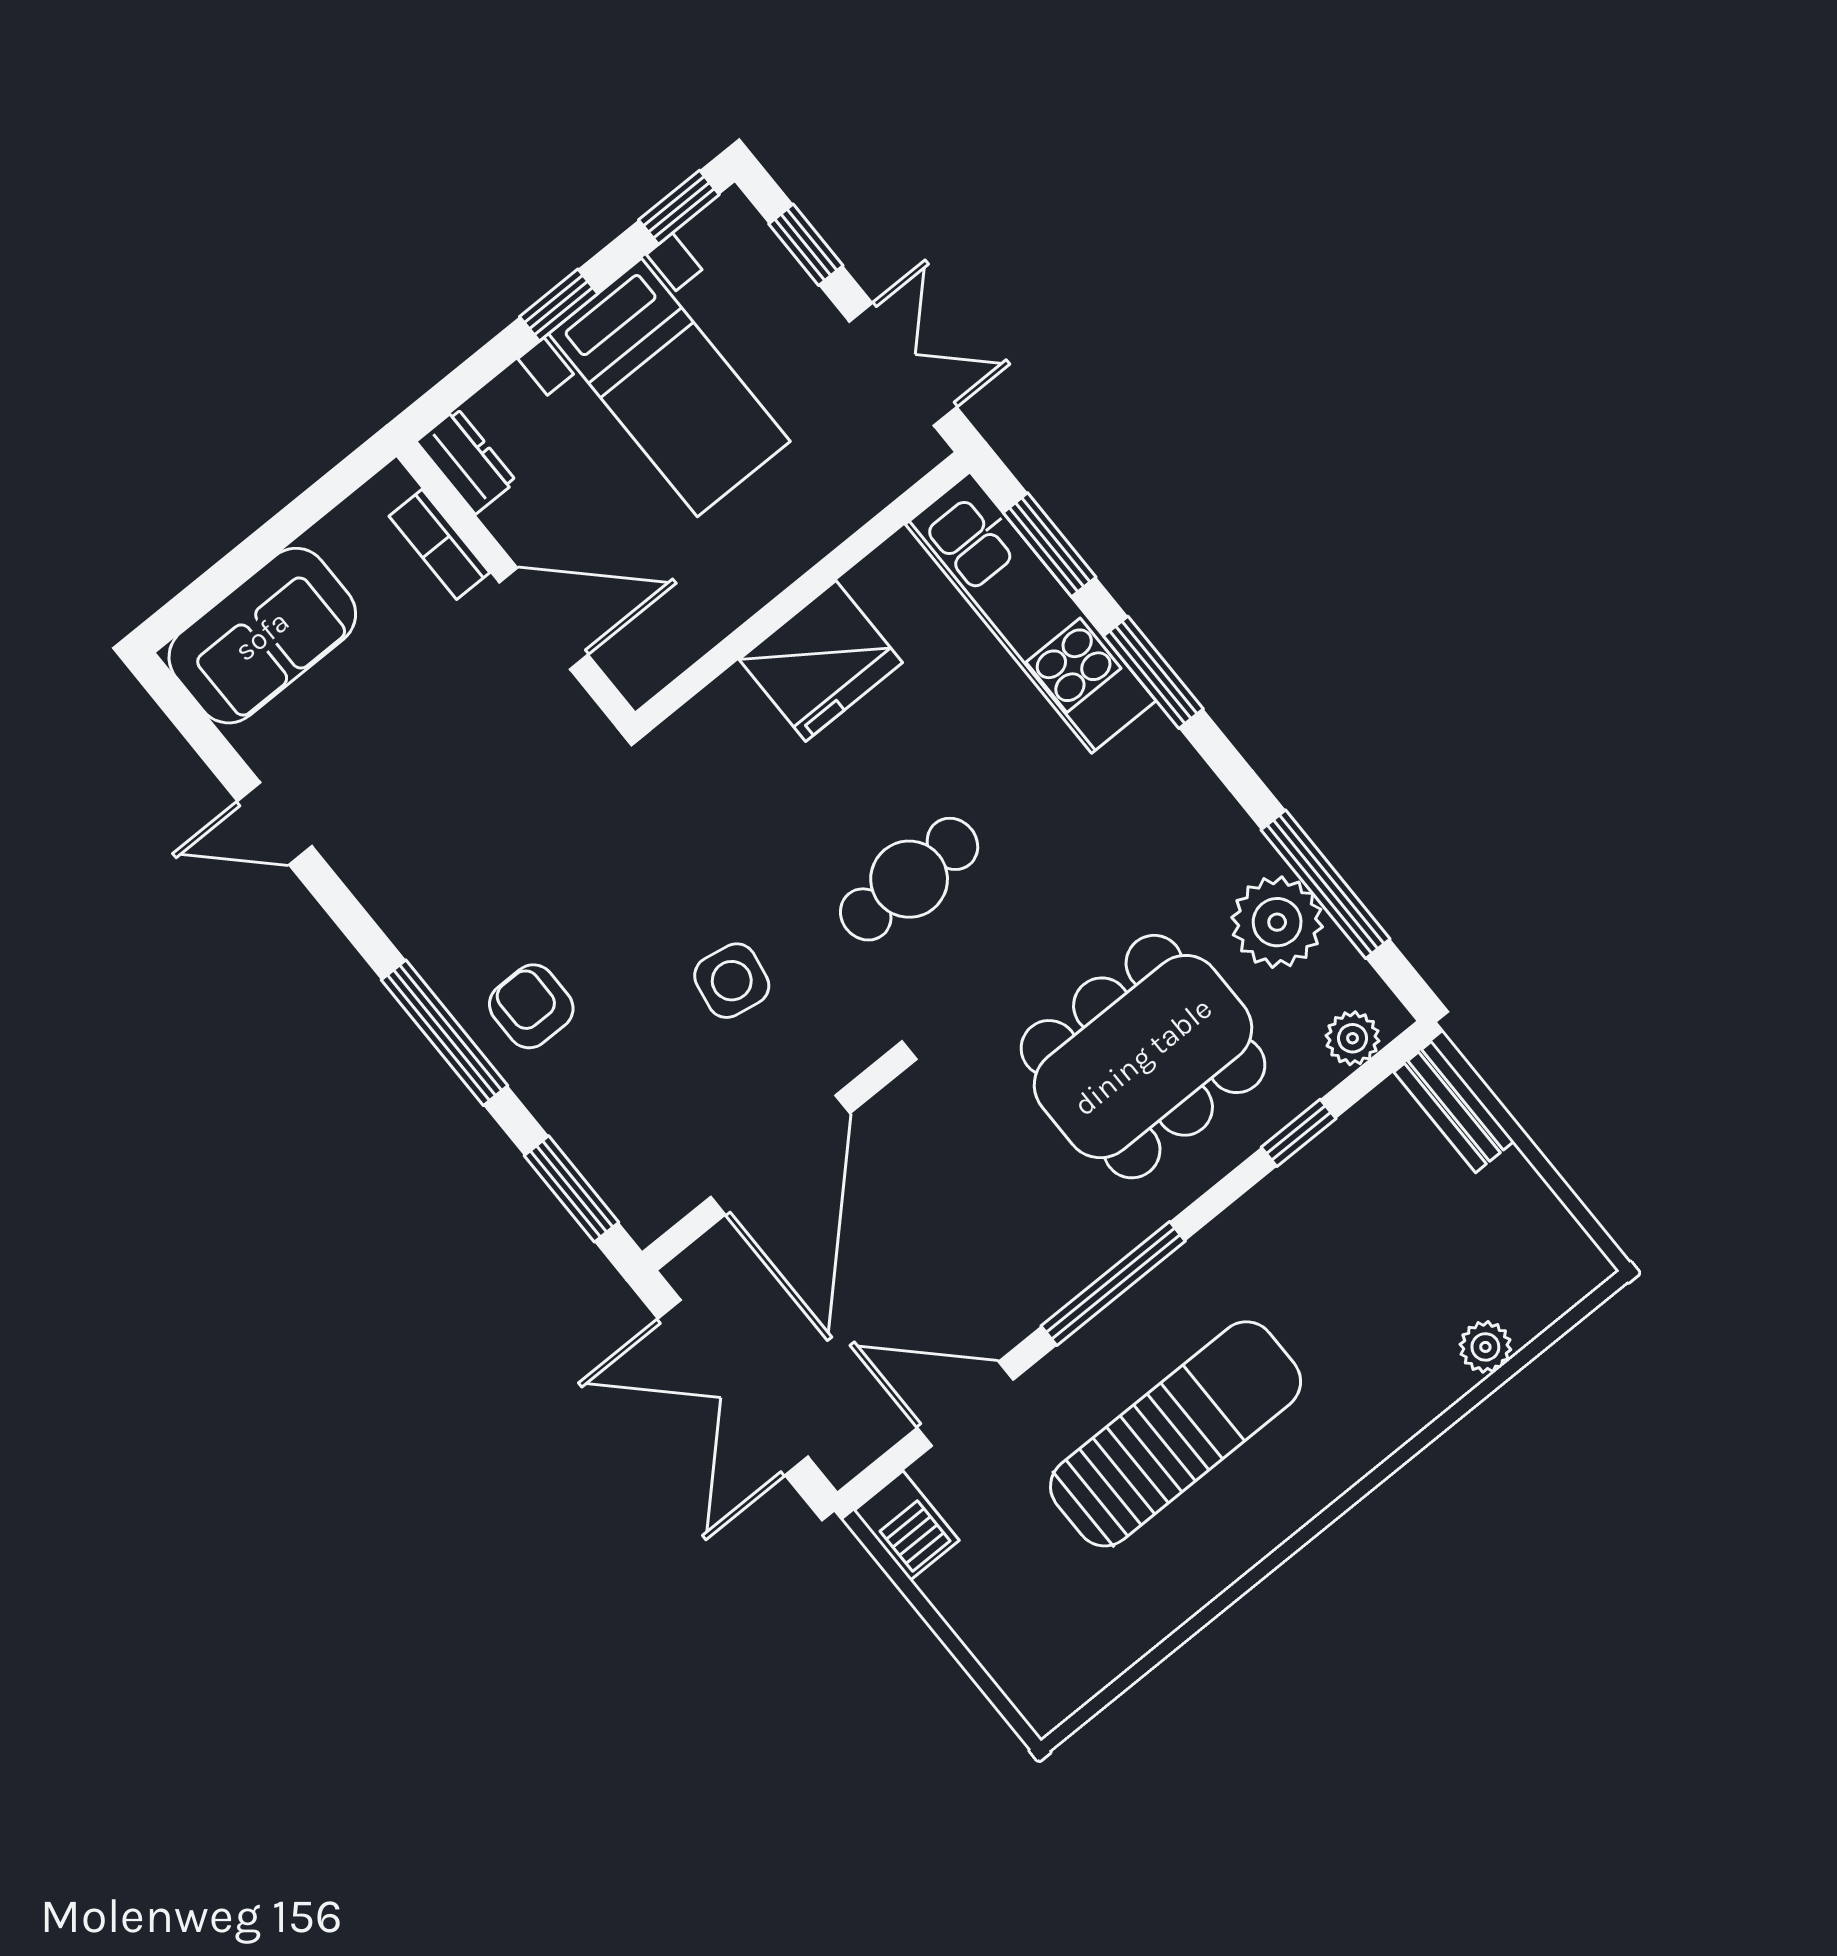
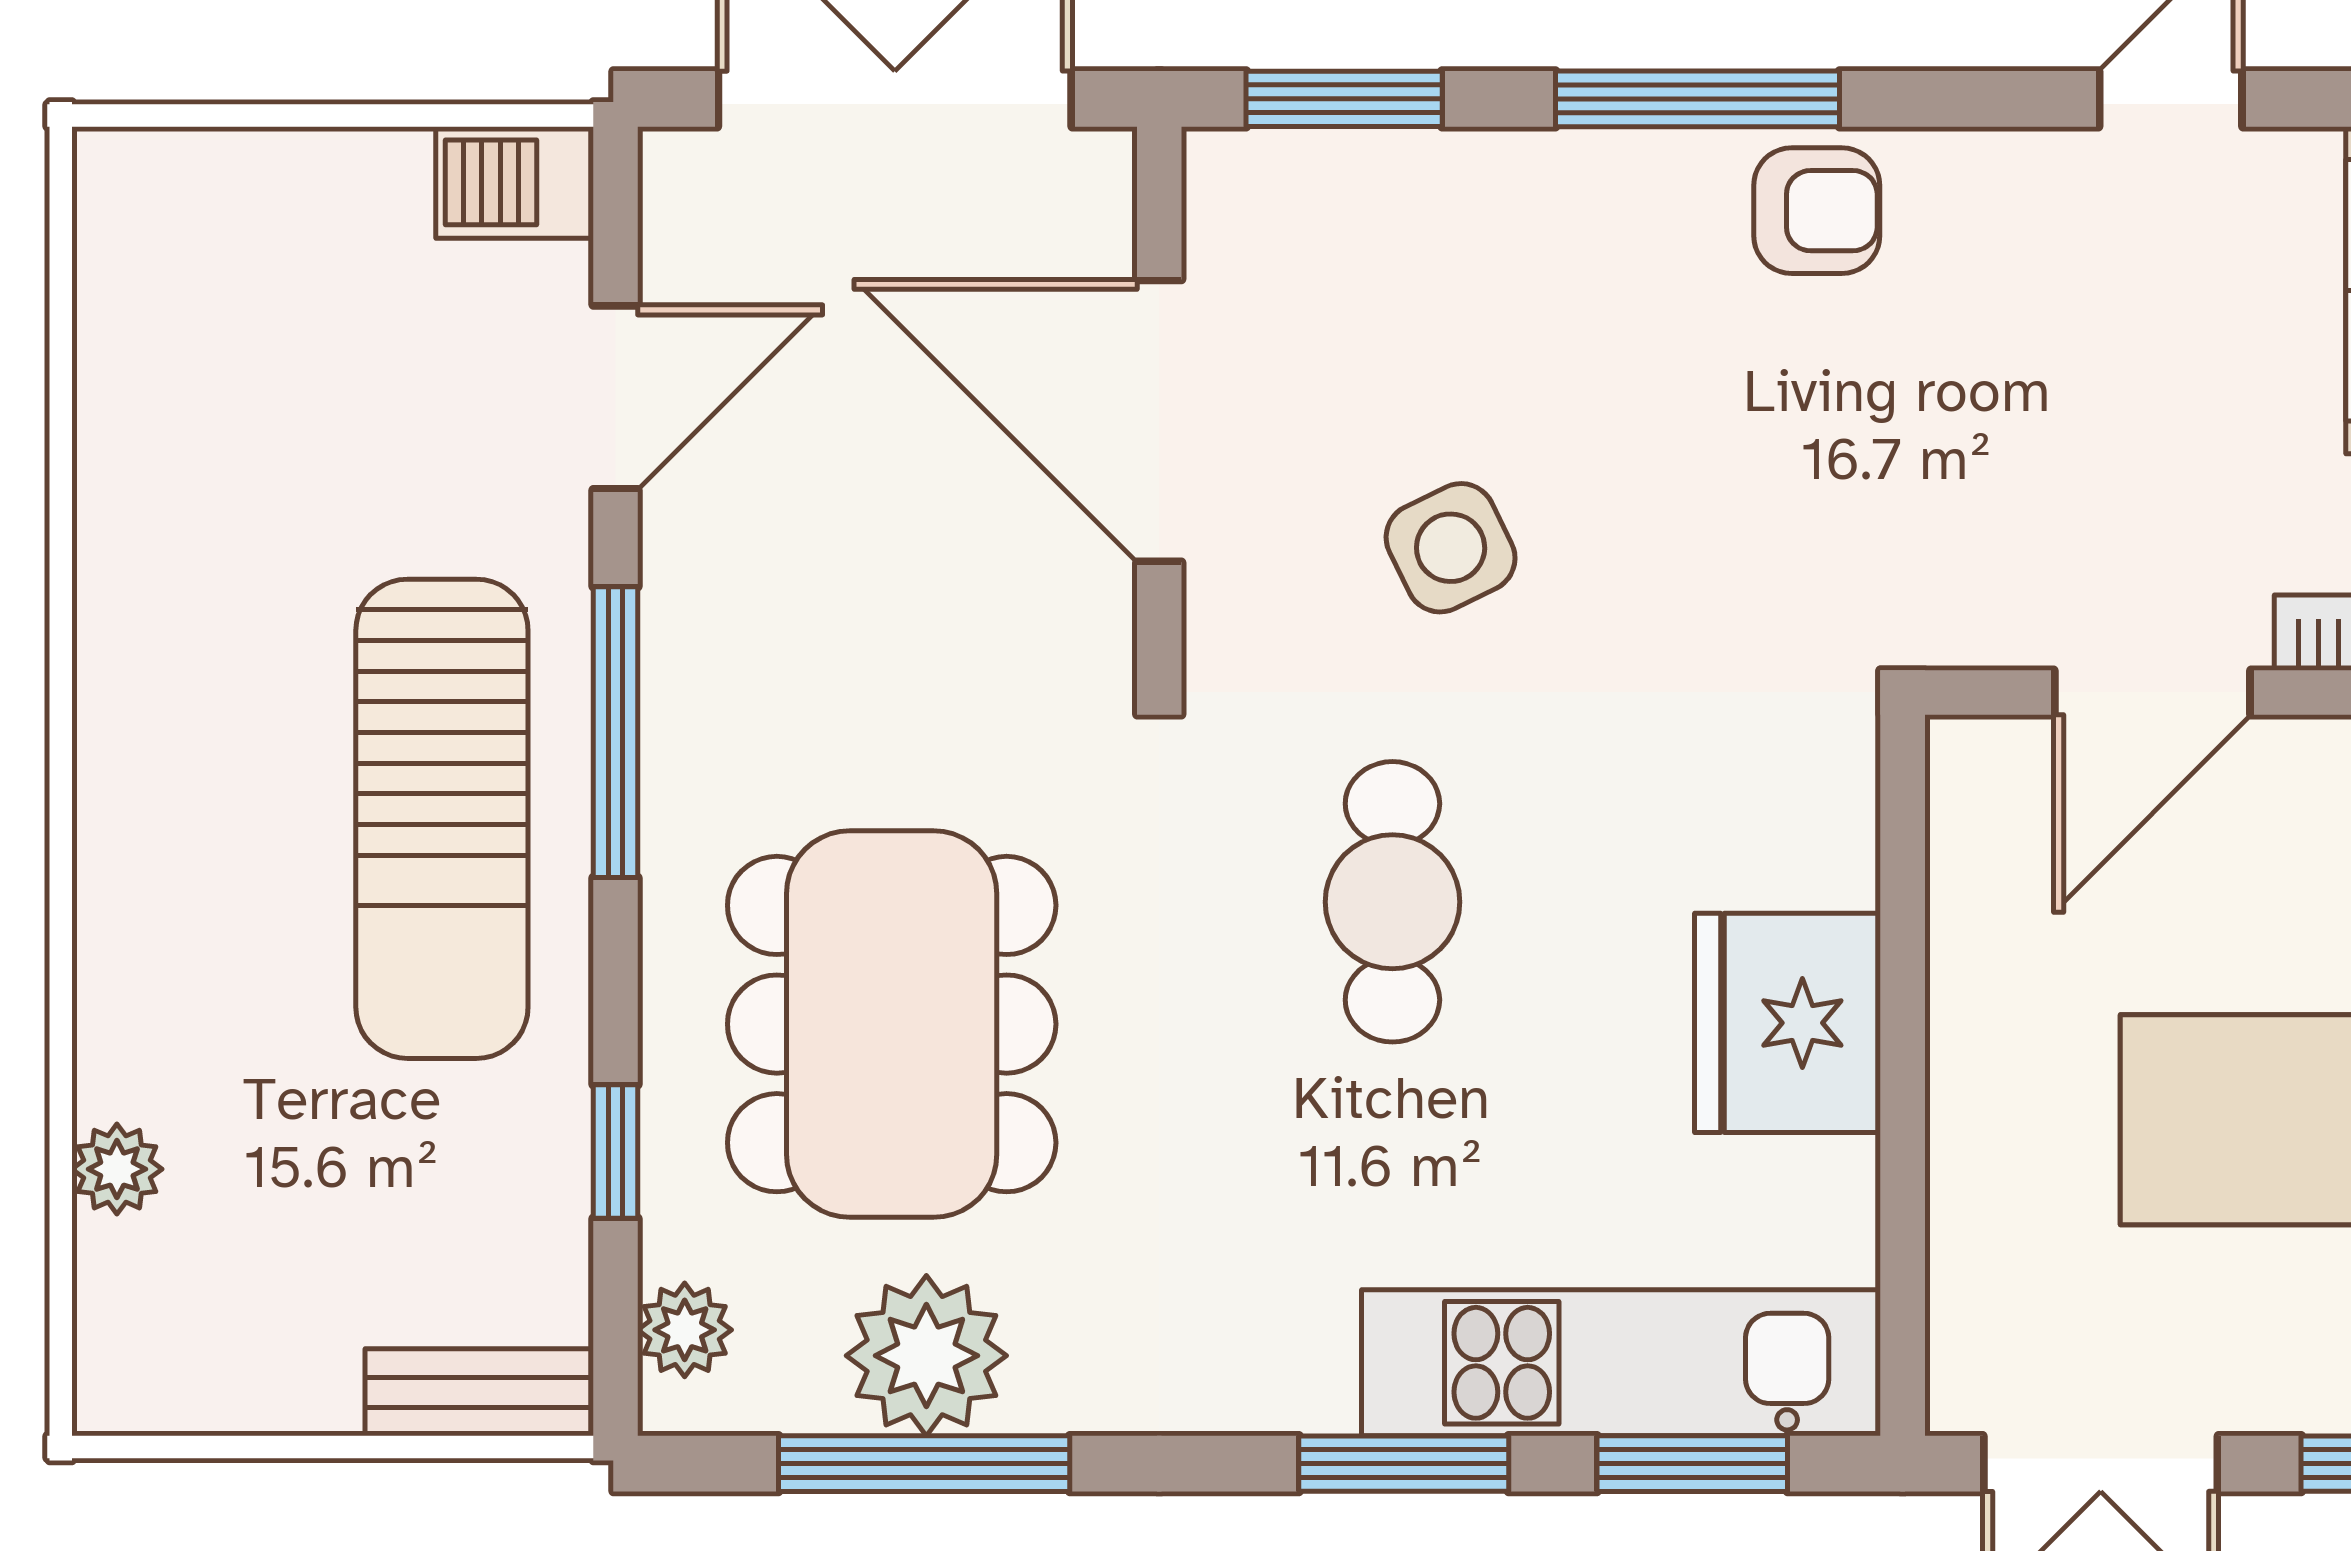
side table: (732, 981) -> (1451, 548), turned -36
armchair: (531, 1006) -> (1817, 211), moved
sun lounger: (1176, 1434) -> (442, 819), moved

